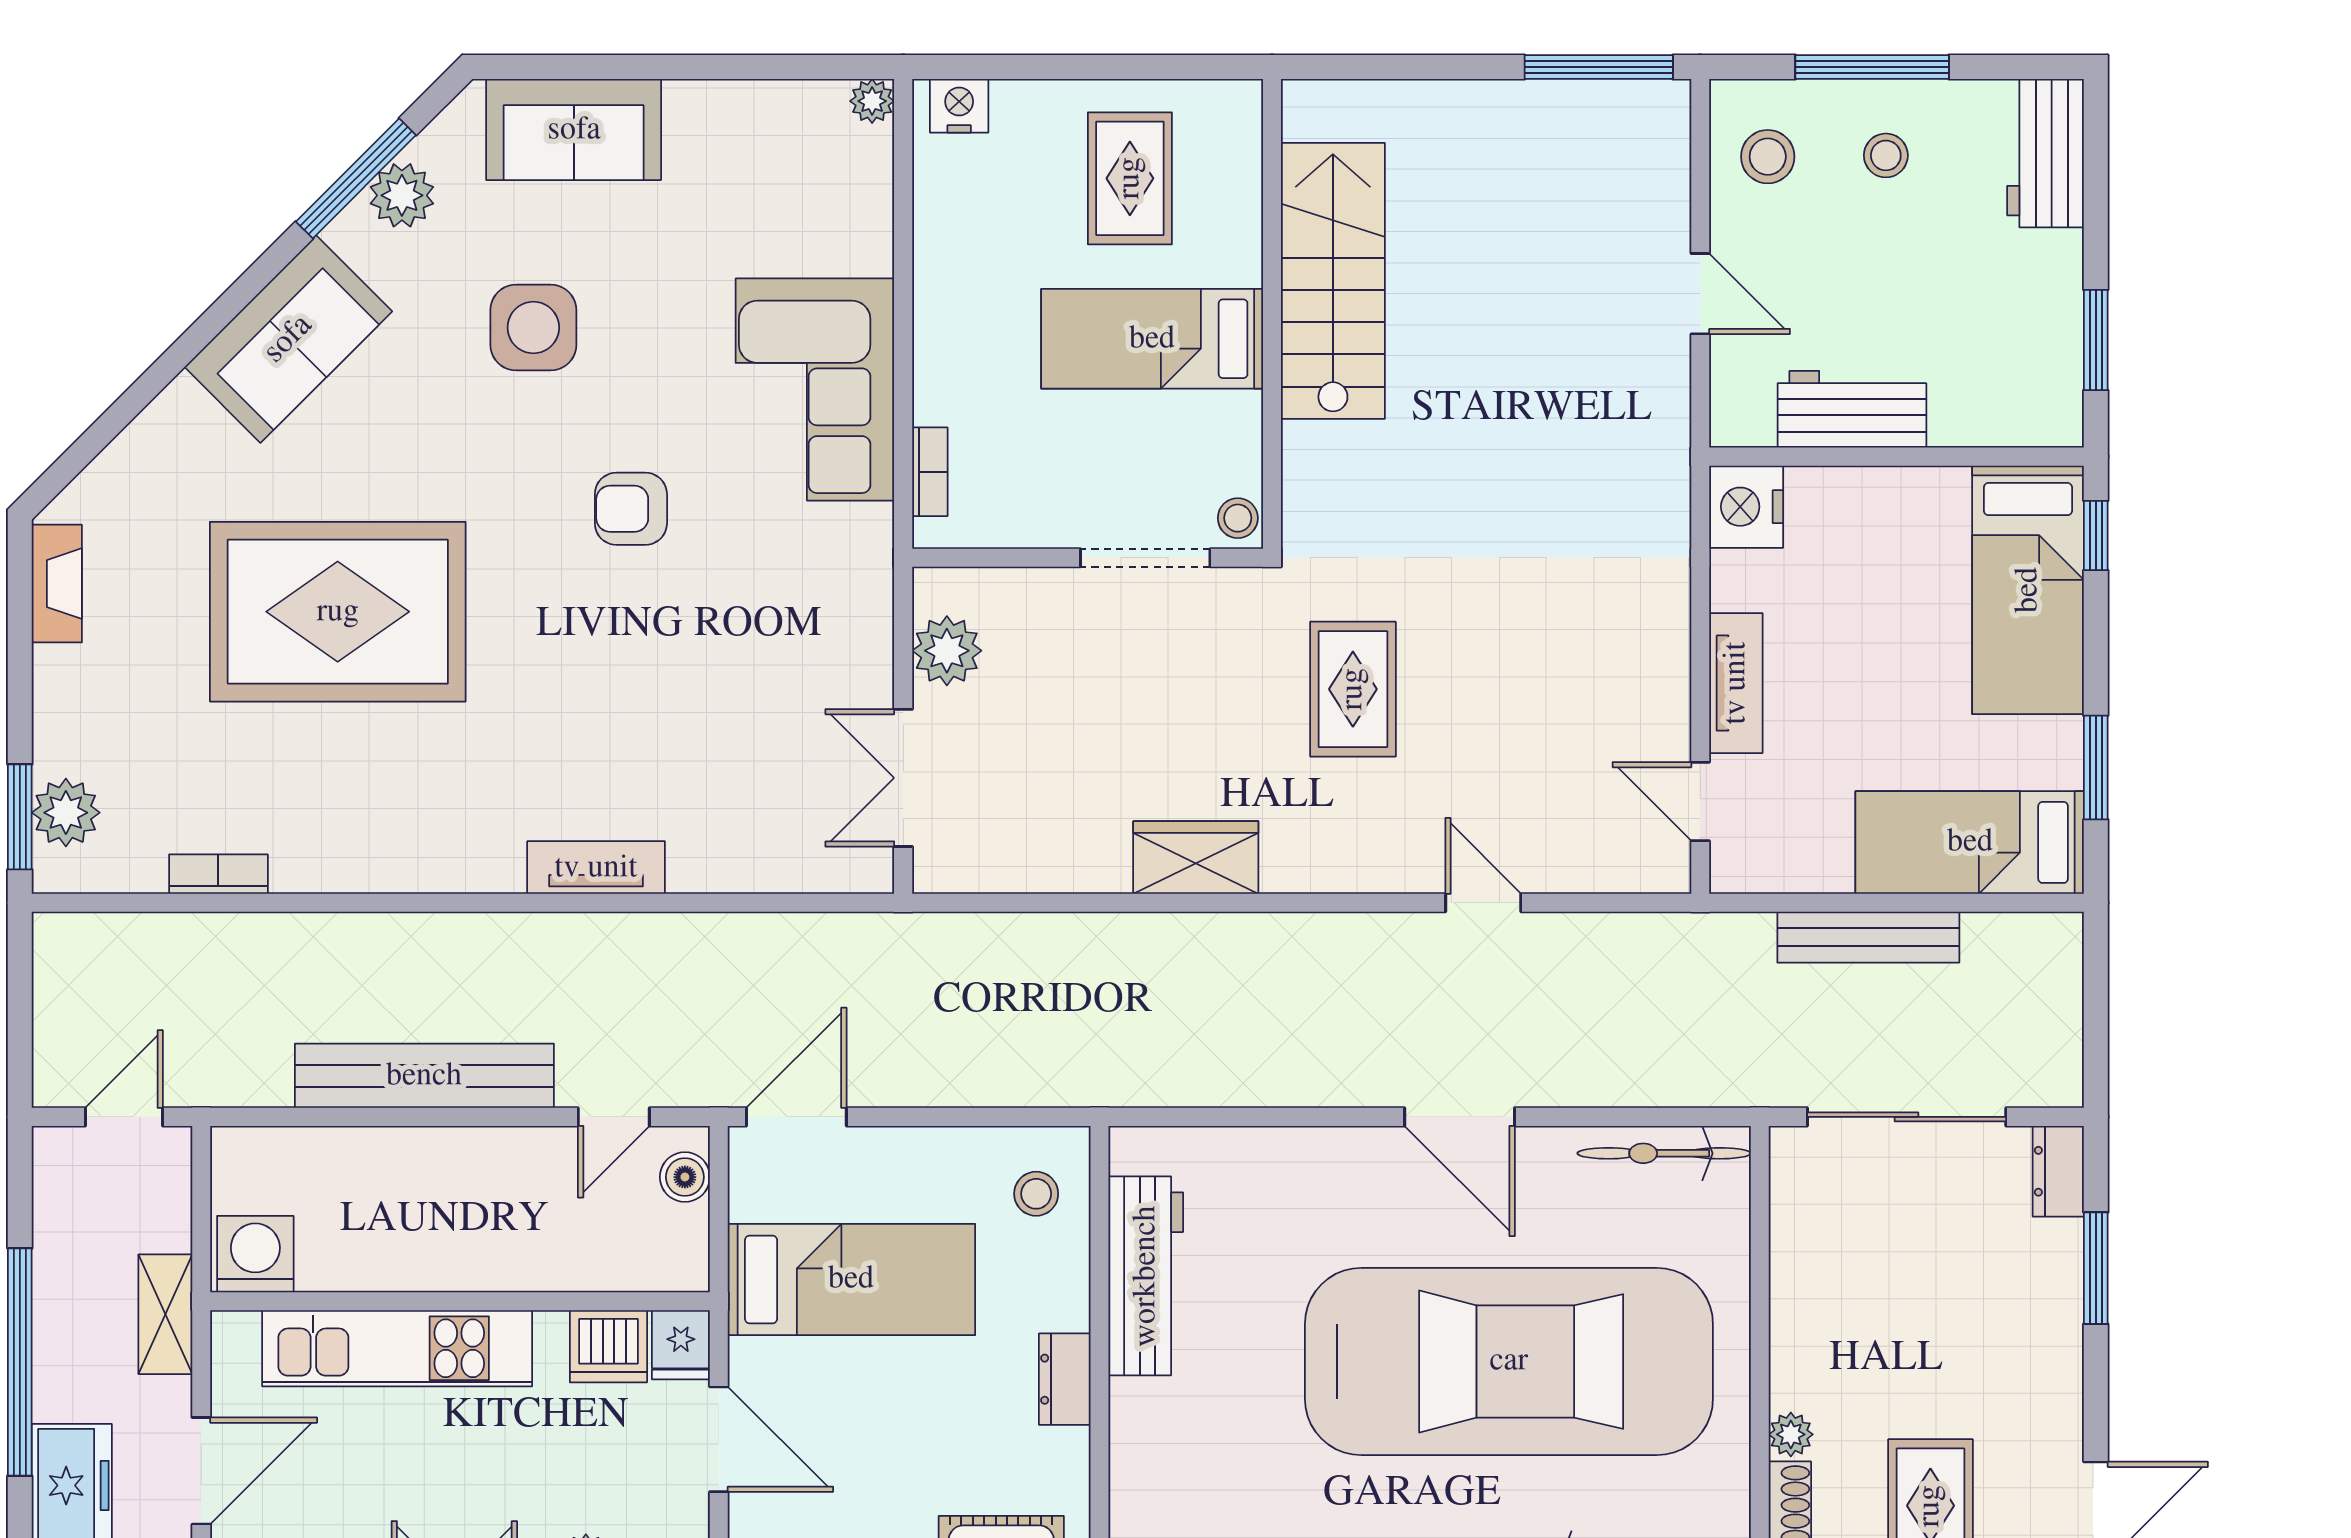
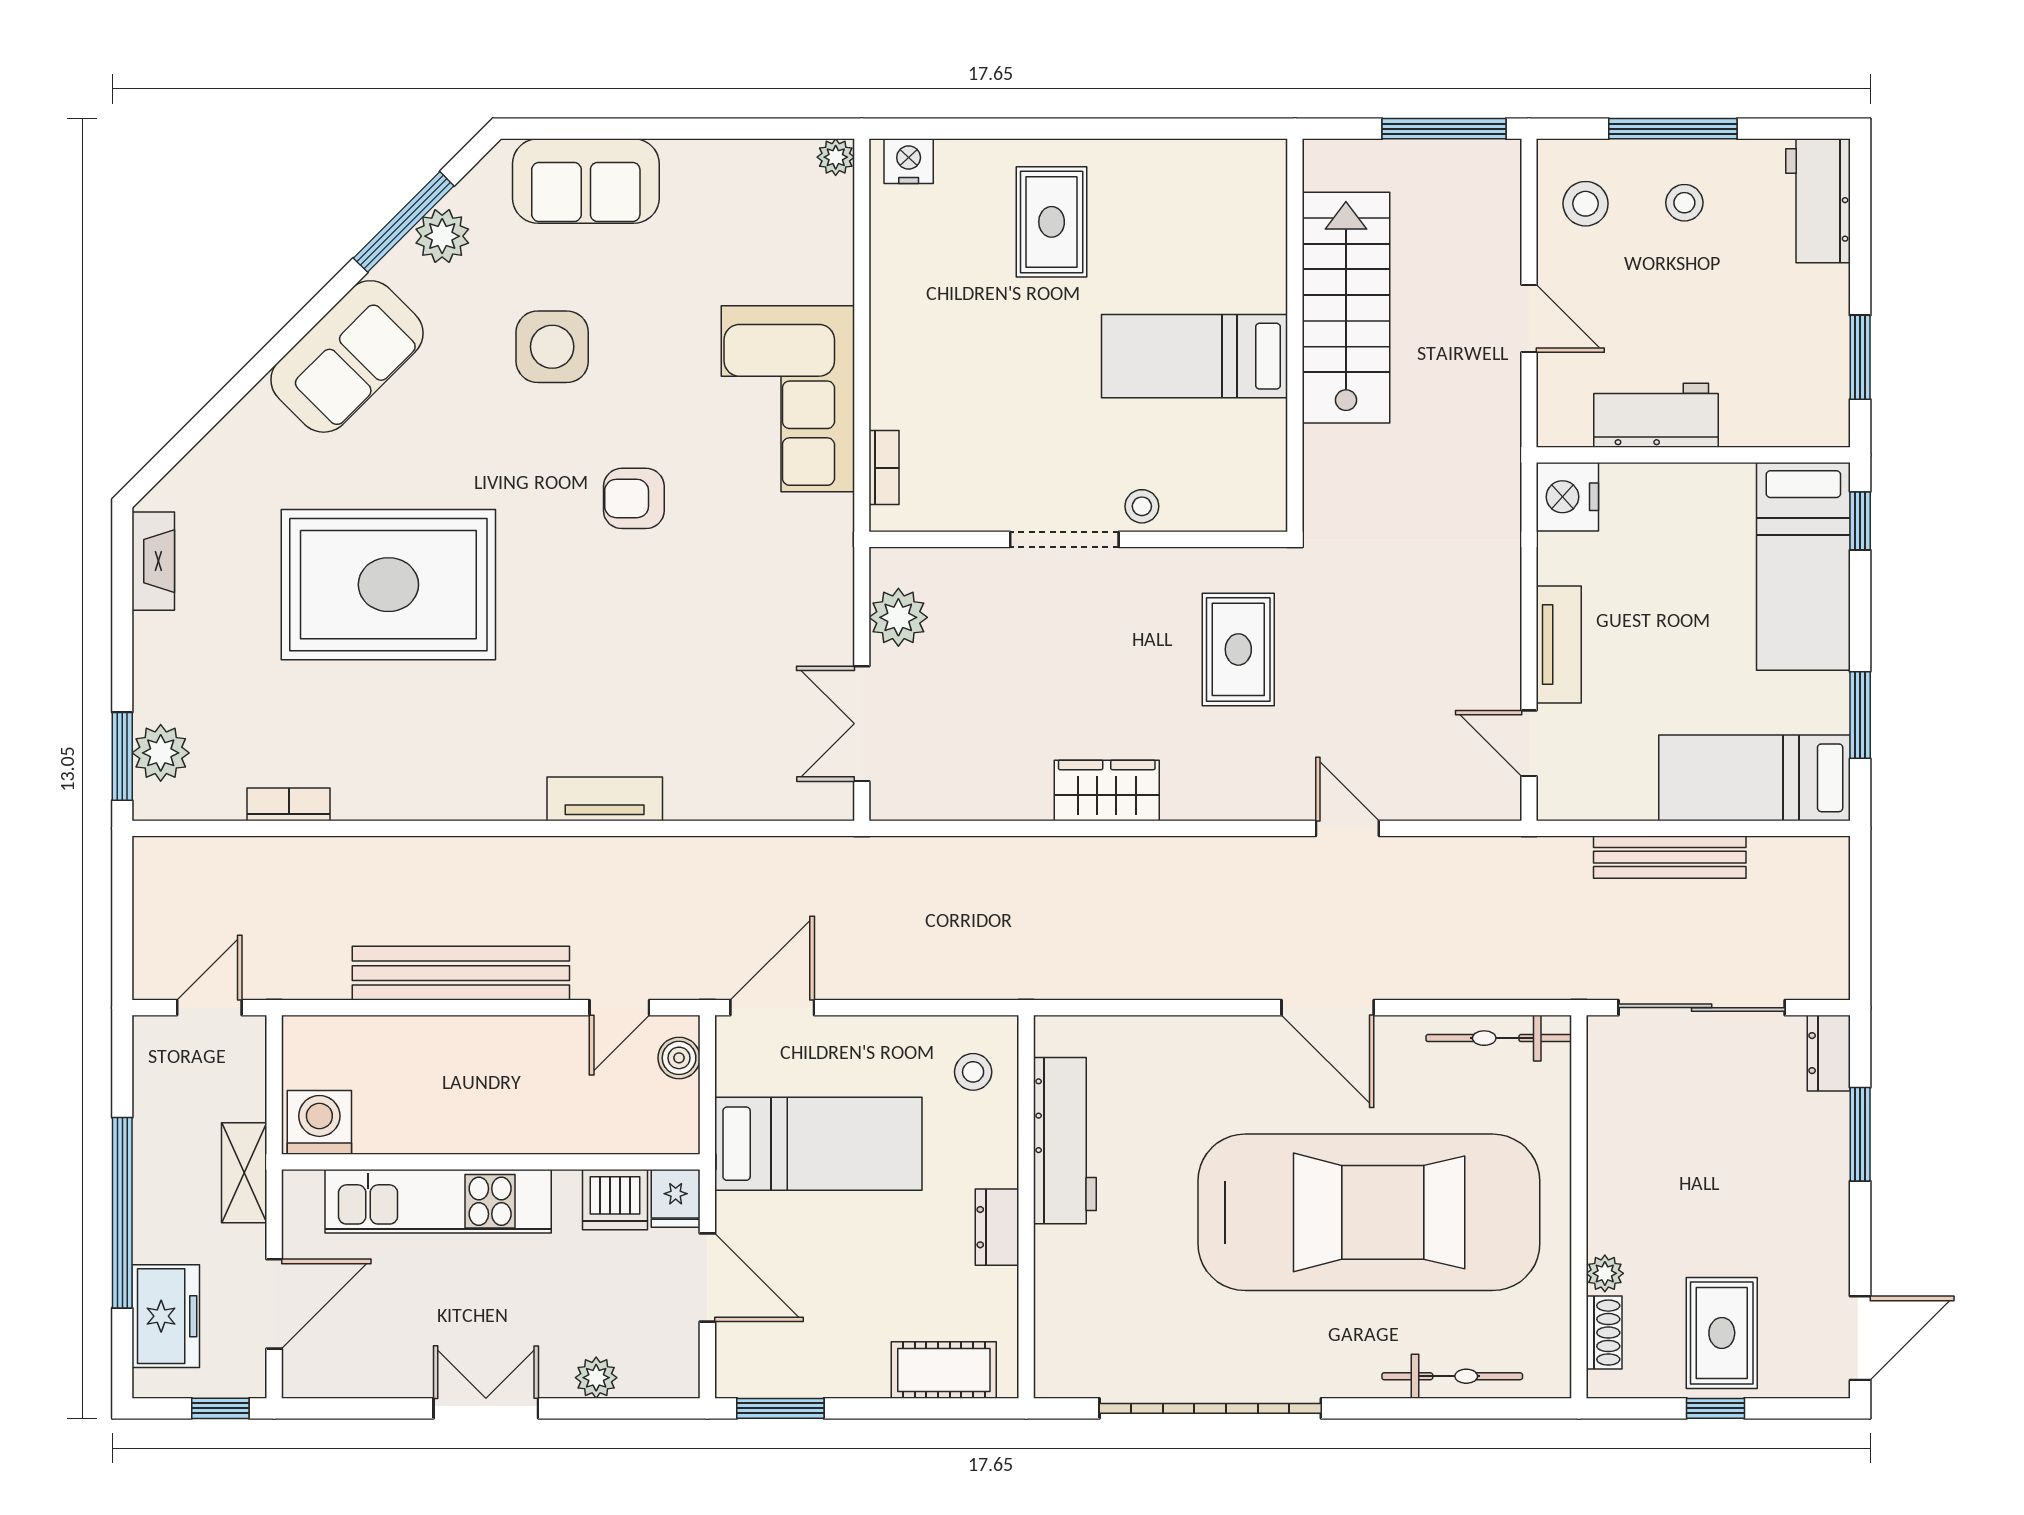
stairs: (1333, 281) -> (1346, 308), moved
wall: (1272, 314) -> (1295, 335), moved
bed: (1152, 339) -> (1195, 356), moved

